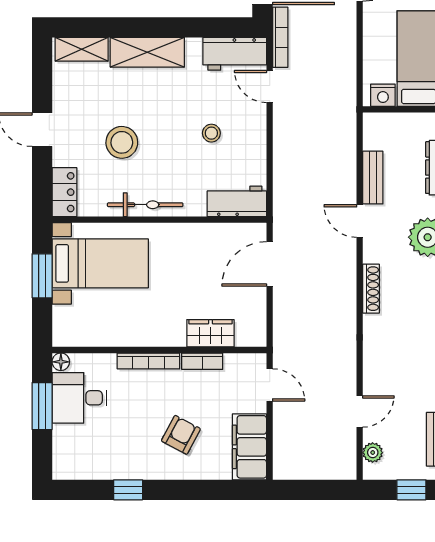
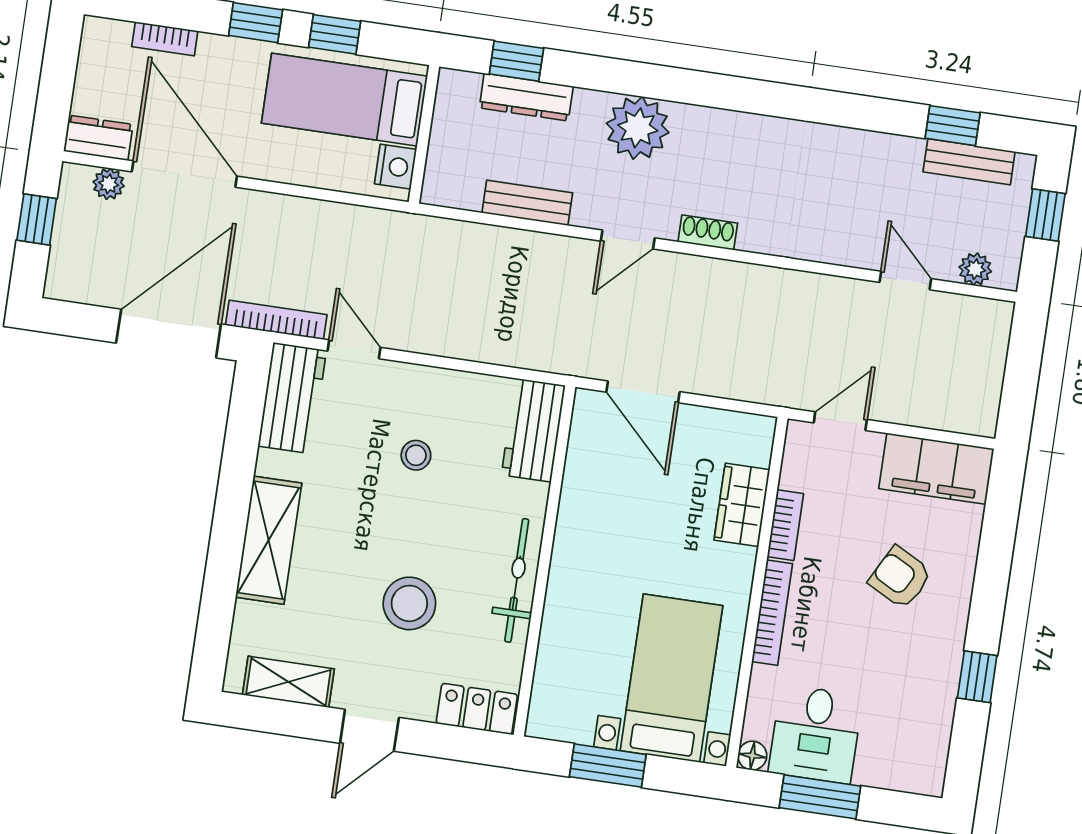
shelving: (82, 49) -> (288, 682), moved, turned 90
door: (270, 87) -> (354, 349), swing flipped
door: (360, 221) -> (628, 239), moved
bed with nightstands: (100, 263) -> (671, 678), moved
shoe rack: (371, 289) -> (708, 232), width x0.70

